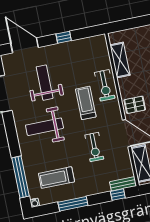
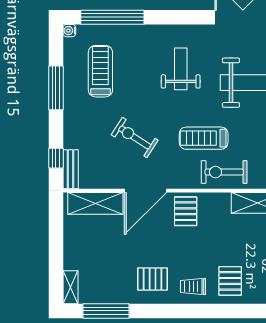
treadmill: (86, 103) -> (204, 138), turned 180
weight bench: (44, 127) -> (181, 69), width x0.73, depth x0.75
exercise bike: (94, 147) -> (135, 137), turned 33

